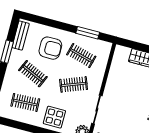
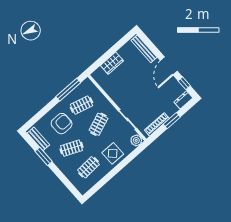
window: (88, 33) -> (68, 90), width x1.44

